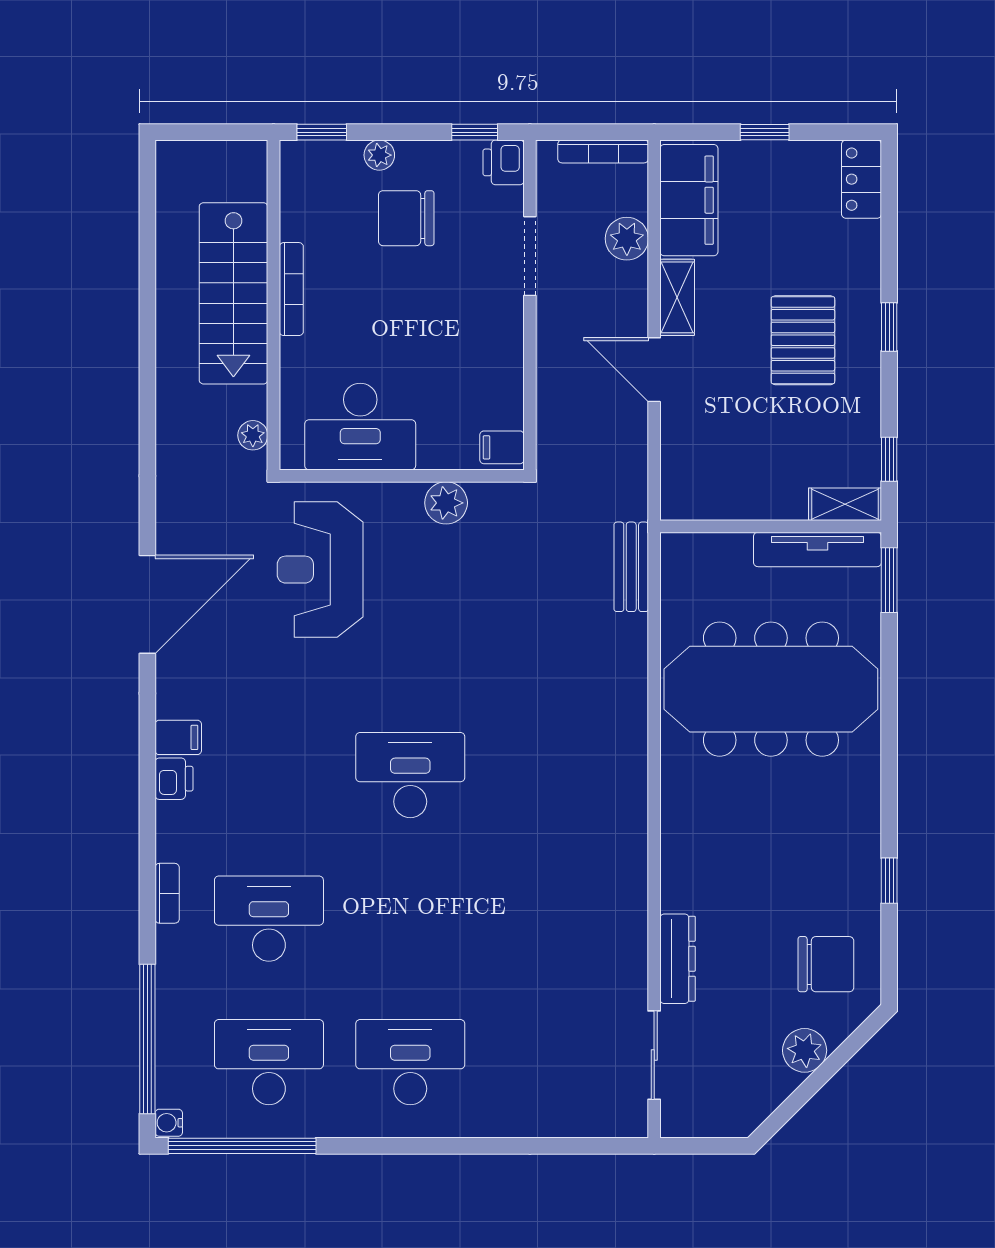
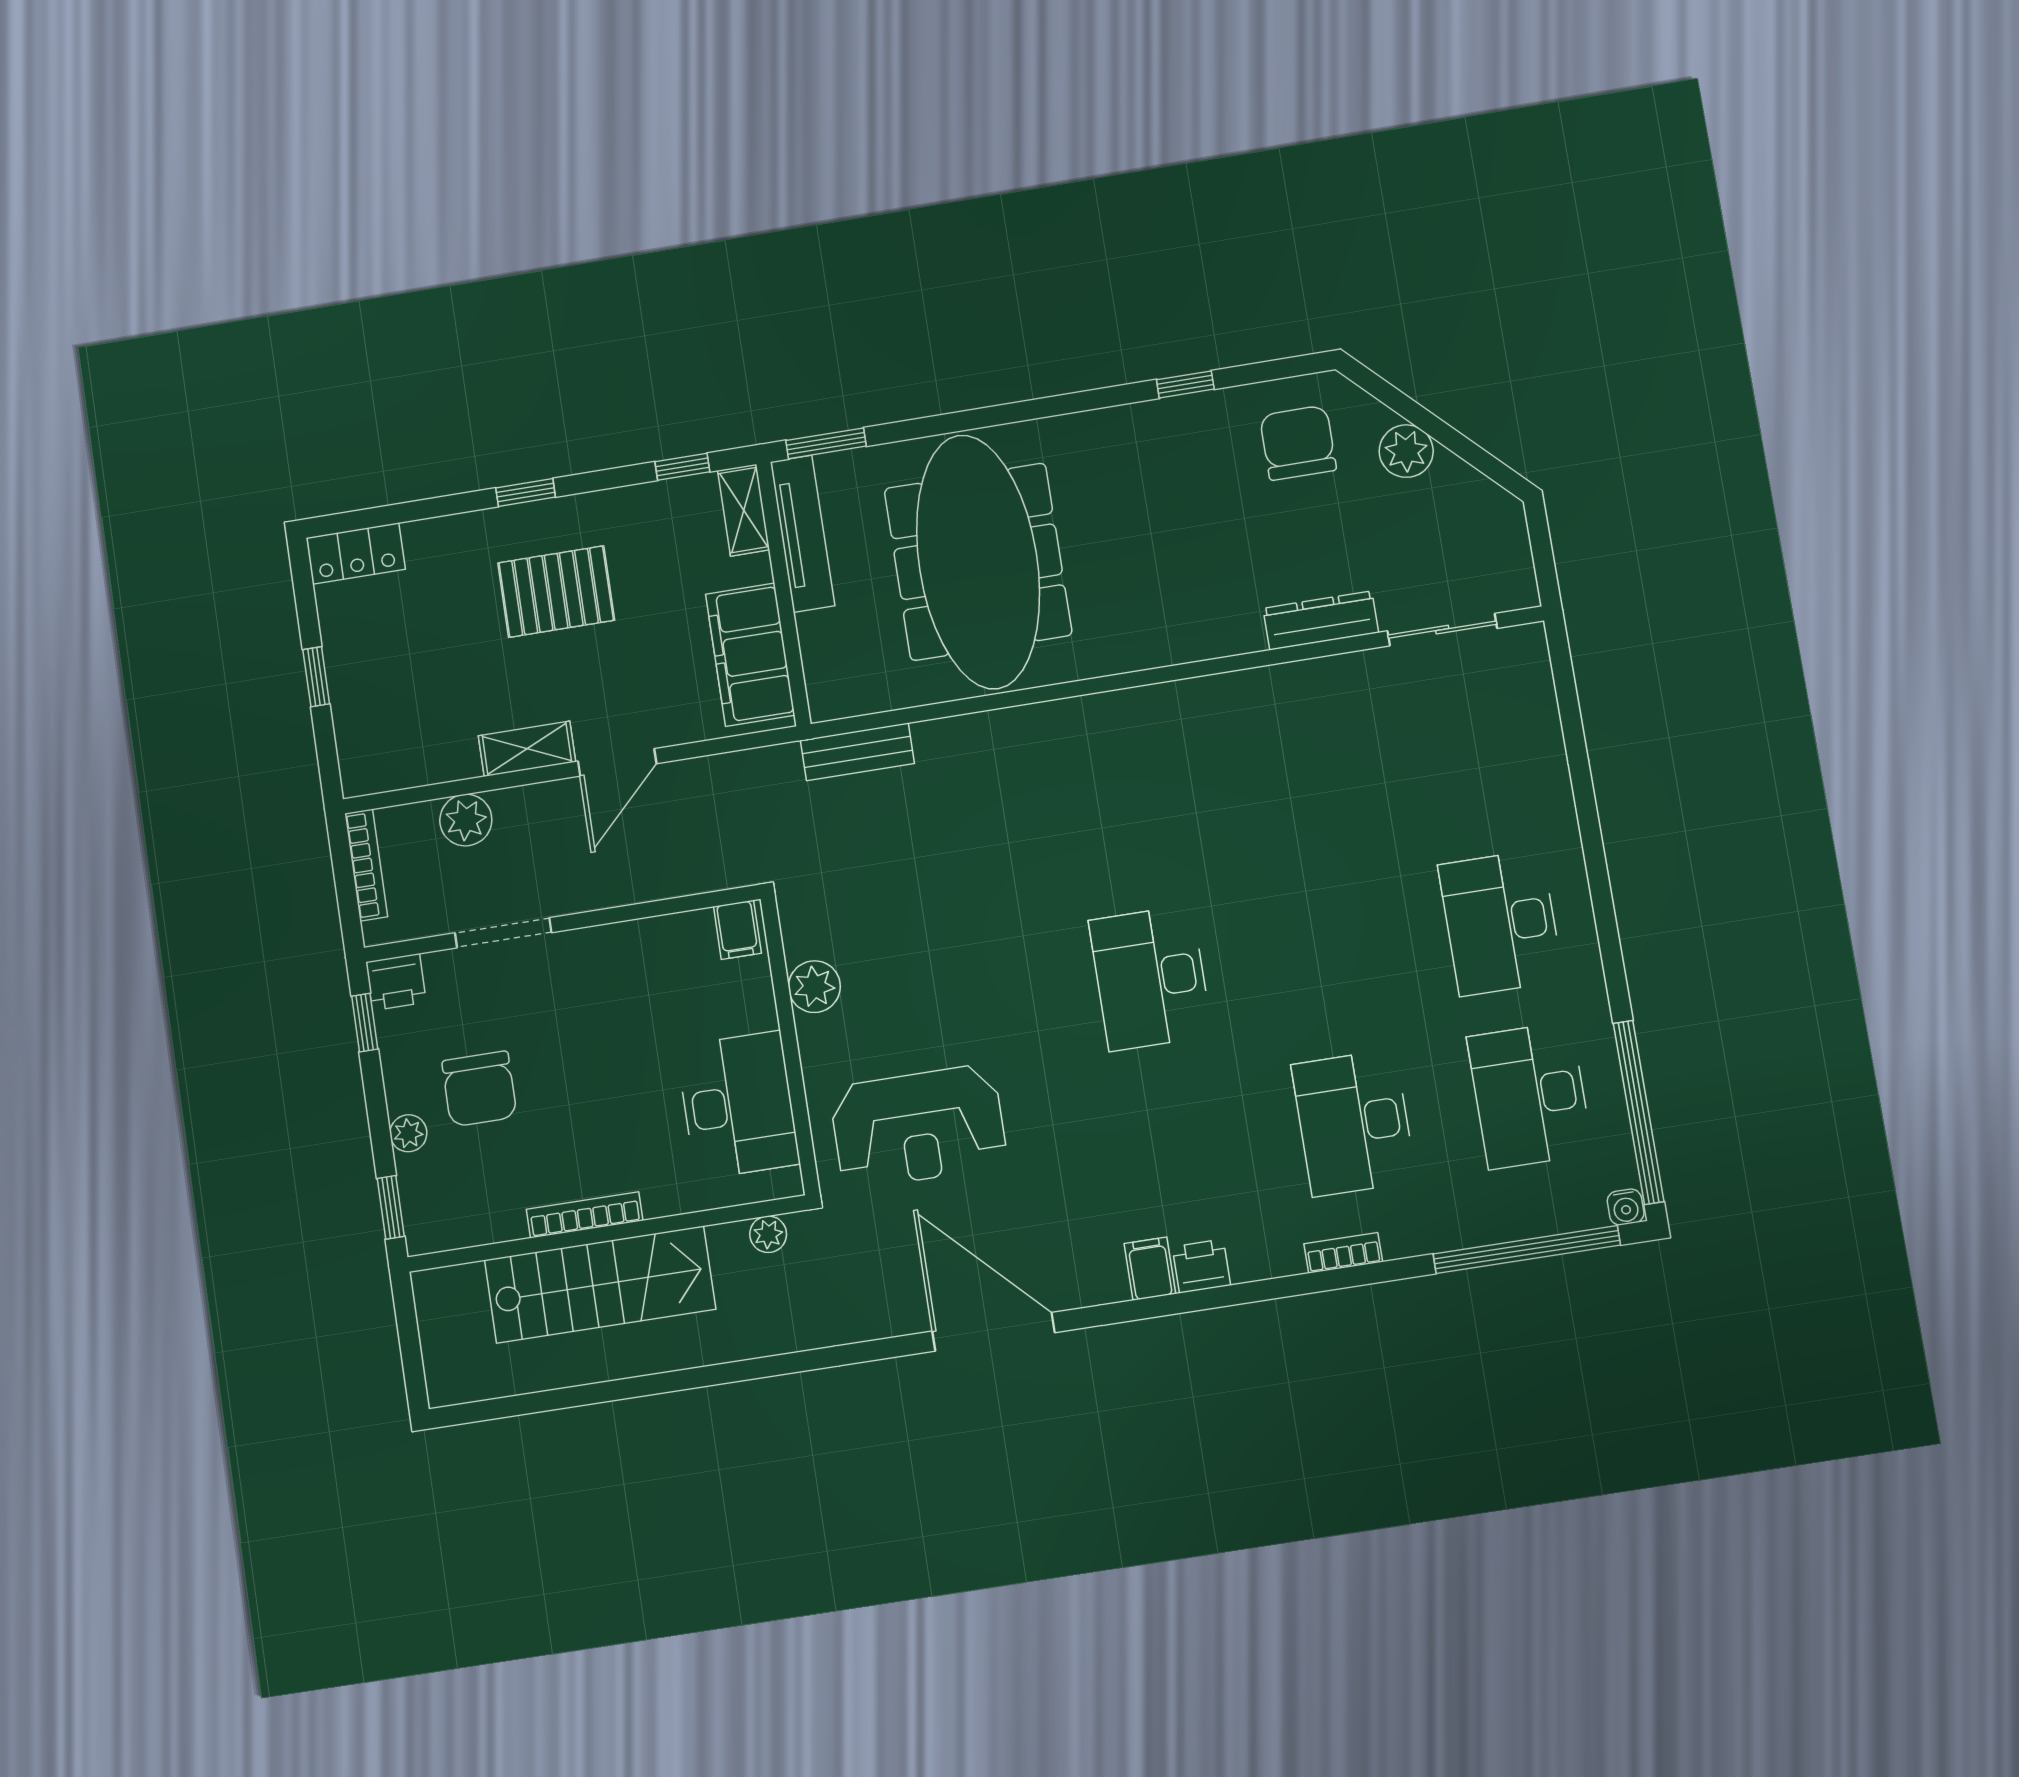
filing cabinet: (689, 200) -> (750, 655), moved, turned -90

